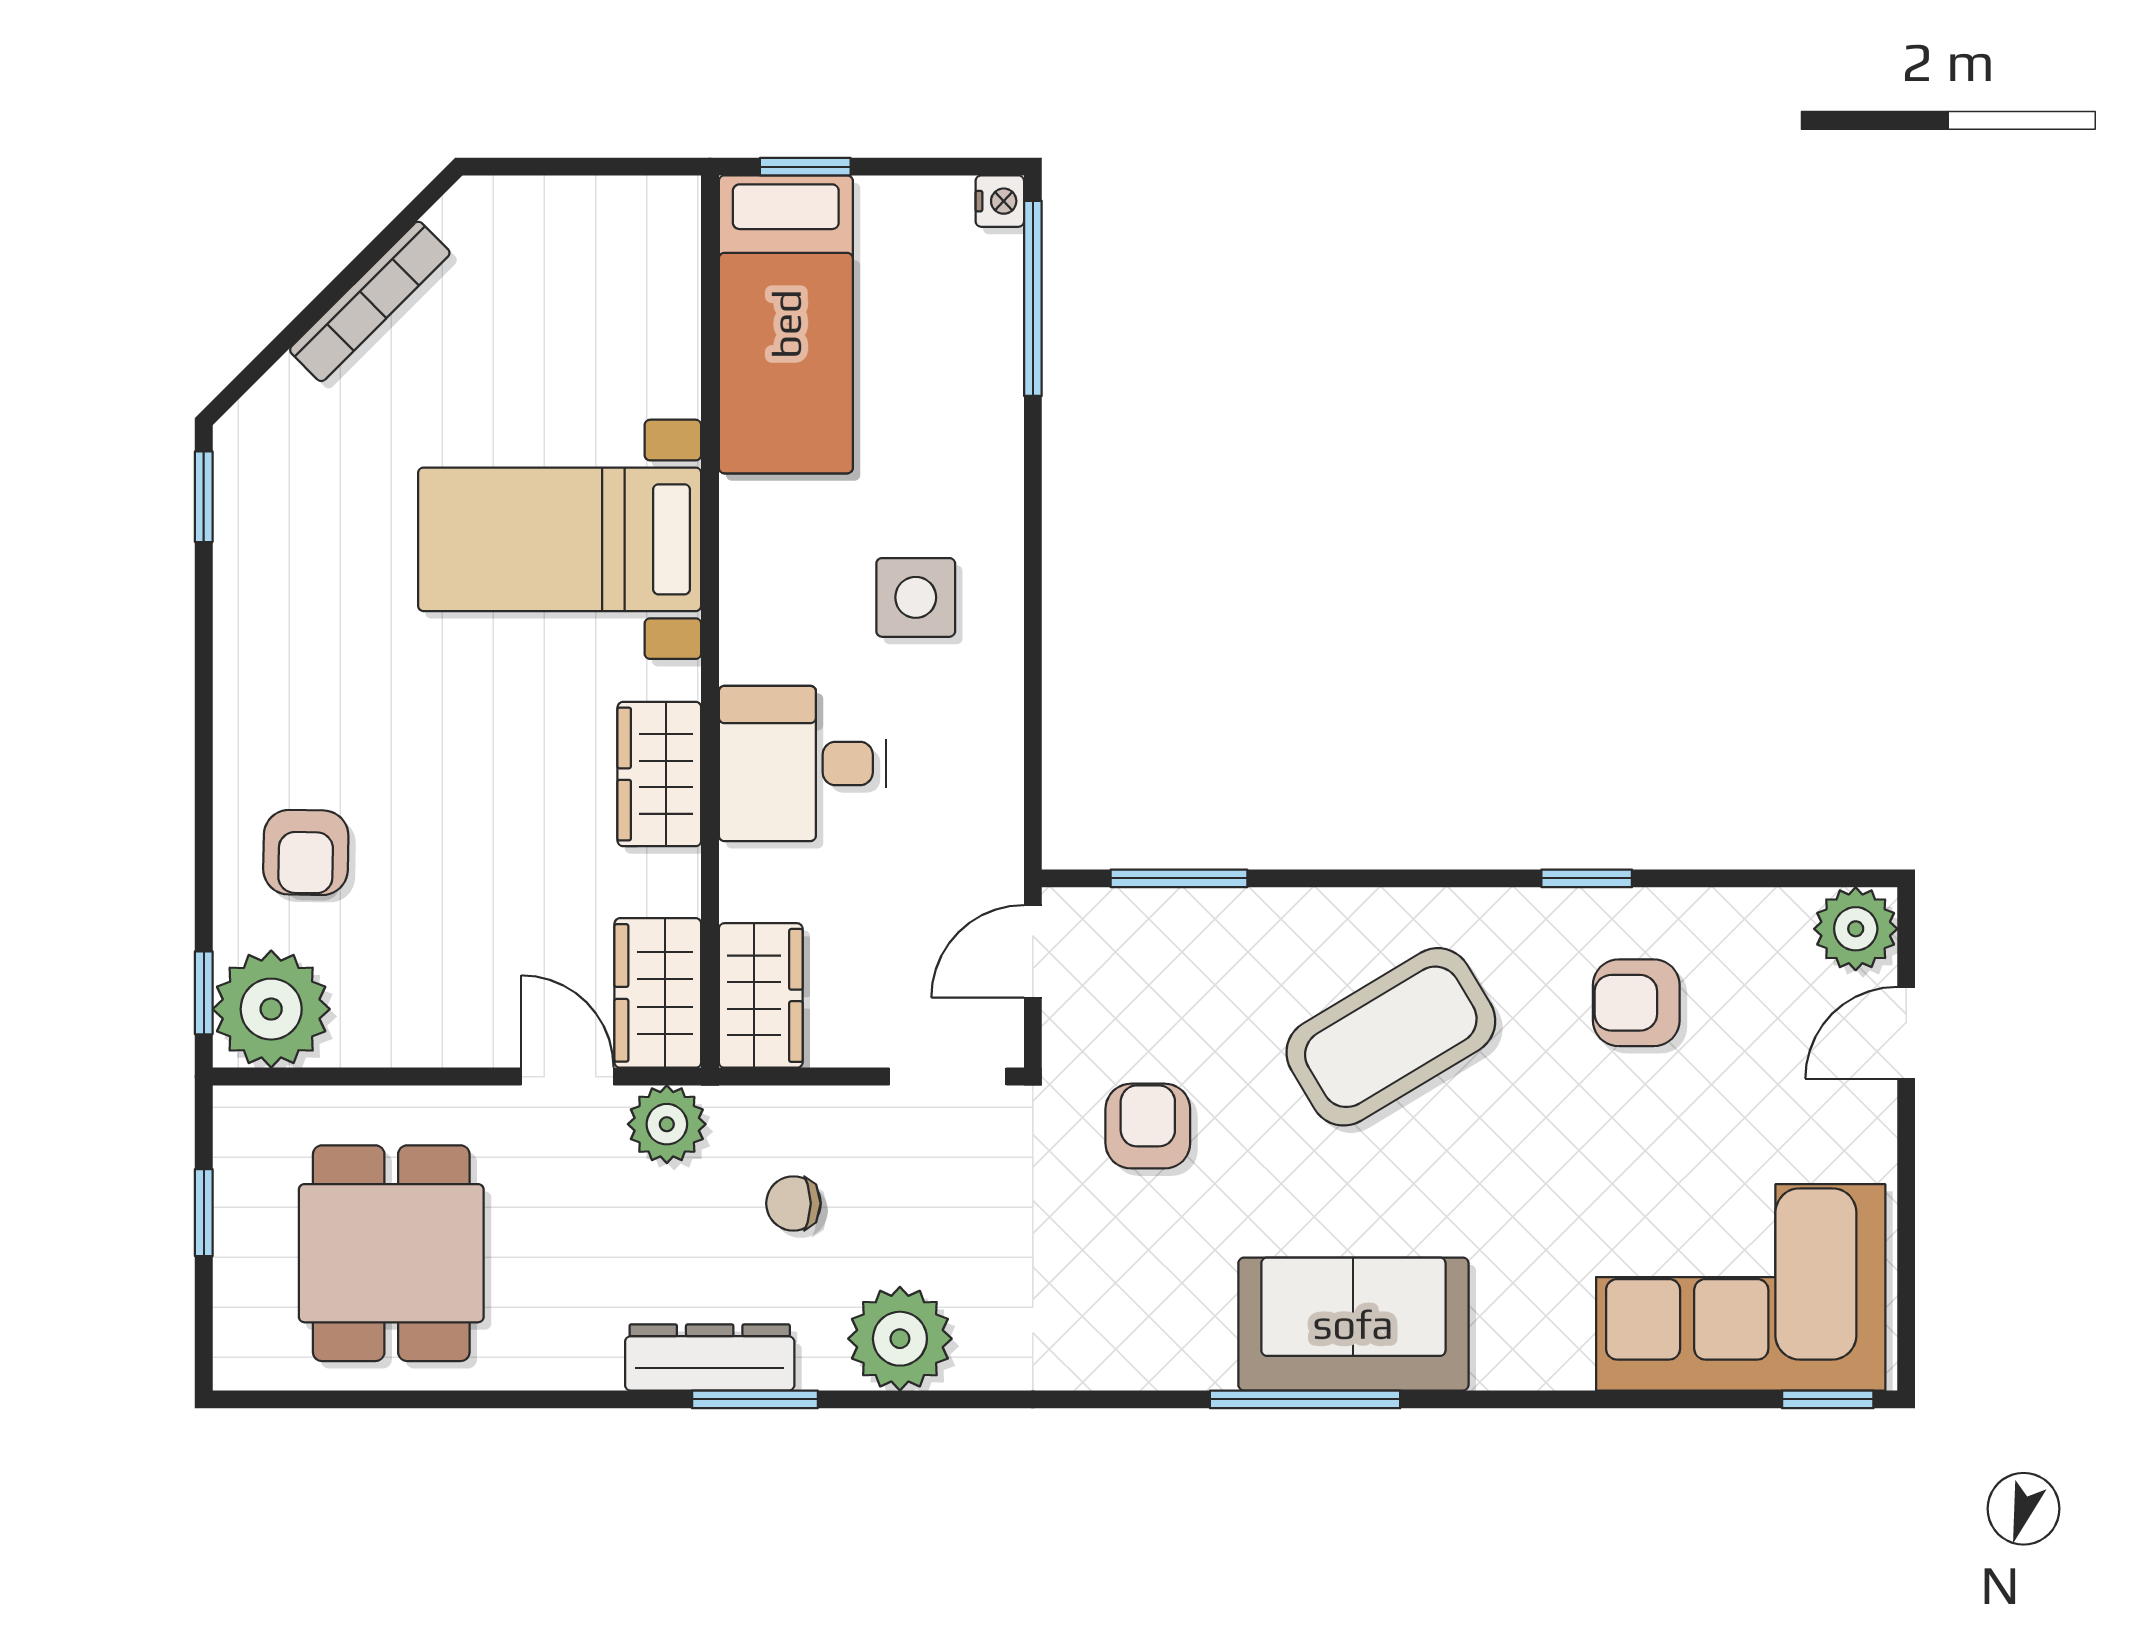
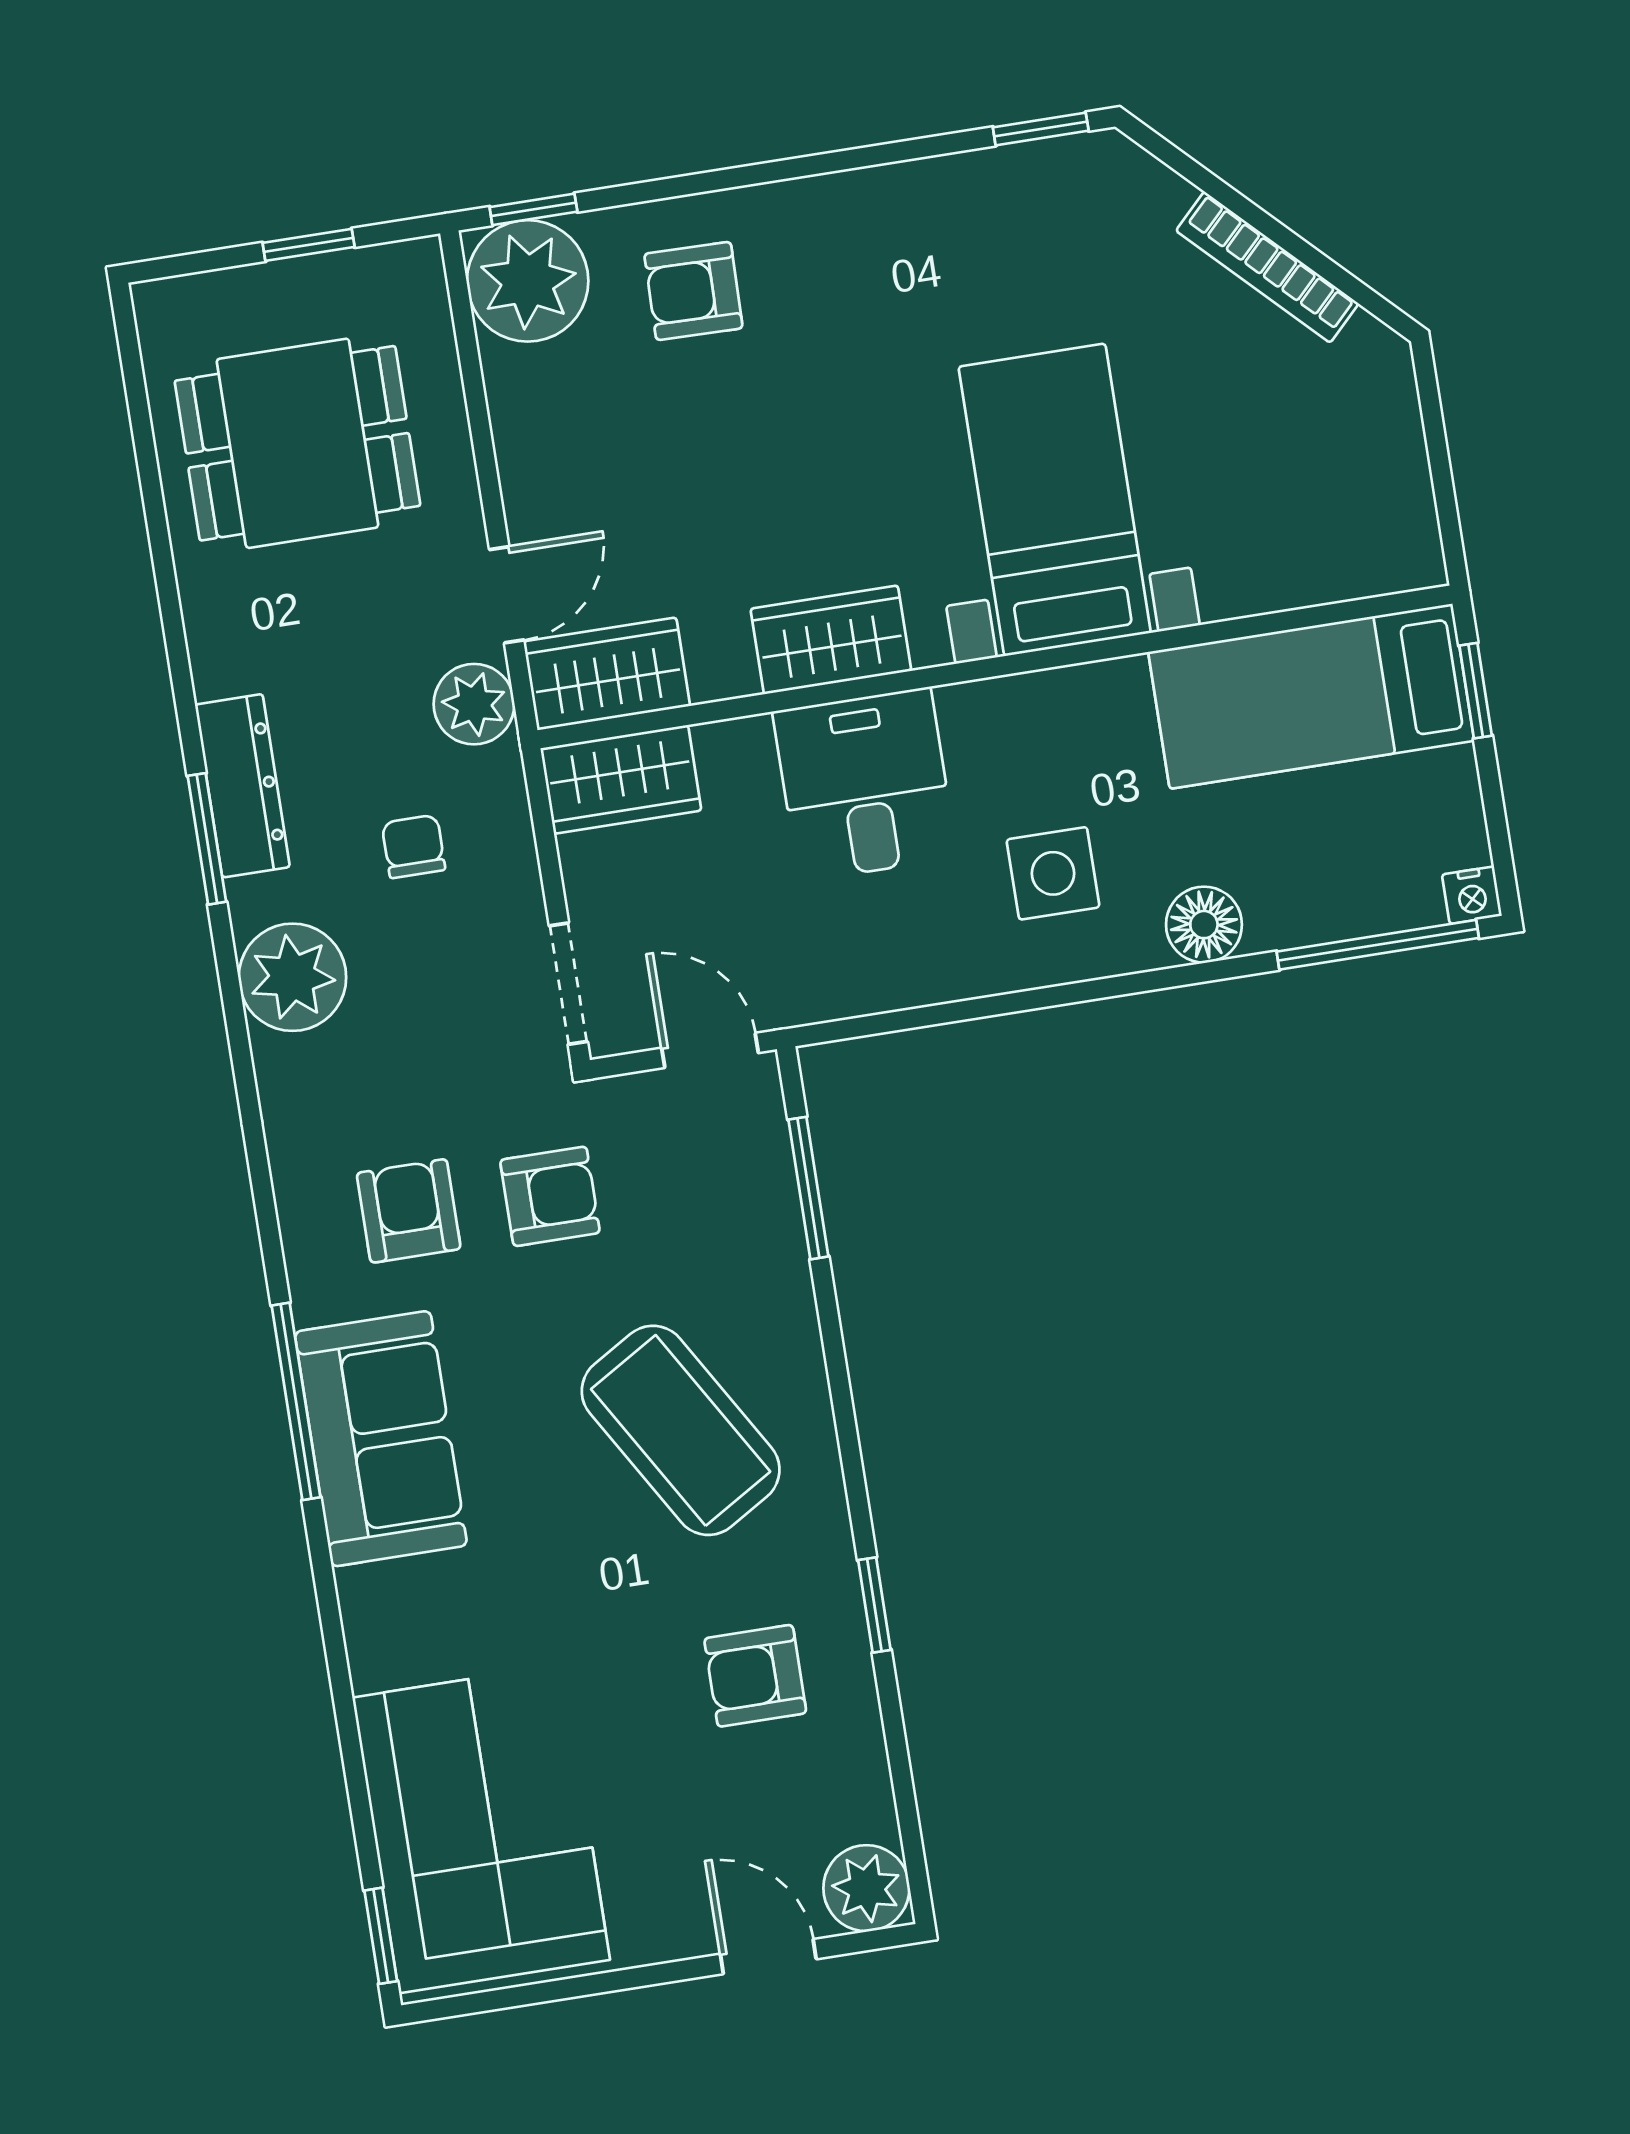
floor lamp: (987, 461) -> (1204, 925), added
armchair: (1636, 1003) -> (755, 1676), turned -90
armchair: (1140, 1263) -> (409, 1211), added

